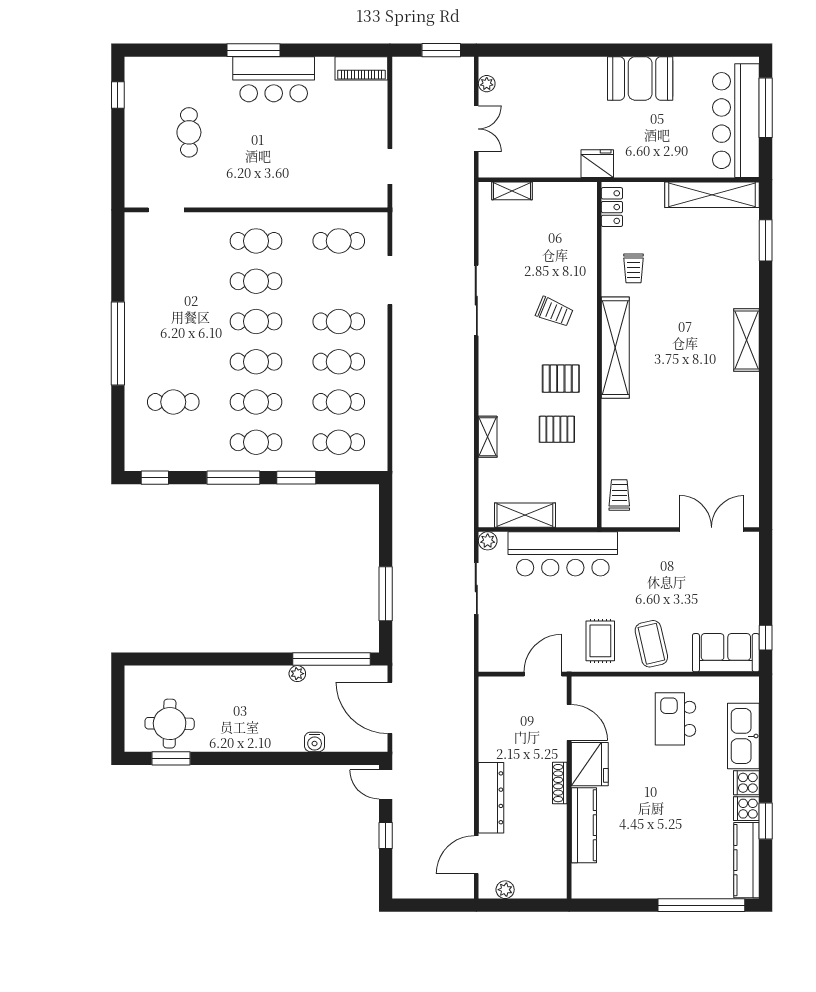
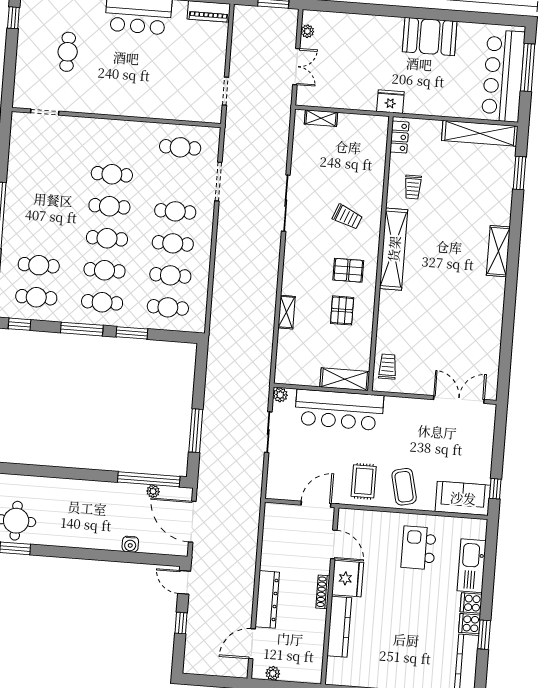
cafe table: (256, 241) -> (36, 297), moved
pallet: (557, 429) -> (342, 310), turned 90
shelving: (525, 515) -> (345, 379), moved
plant: (297, 674) -> (153, 491), moved

